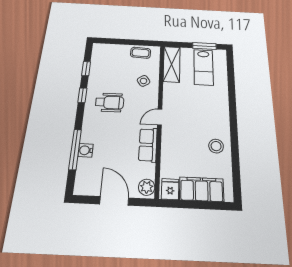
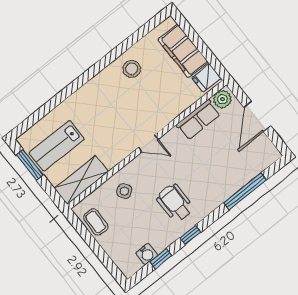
lab bench: (203, 67) -> (57, 146), turned 180
row of seats: (148, 145) -> (198, 120), moved
water cooler: (86, 150) -> (147, 254), moved

